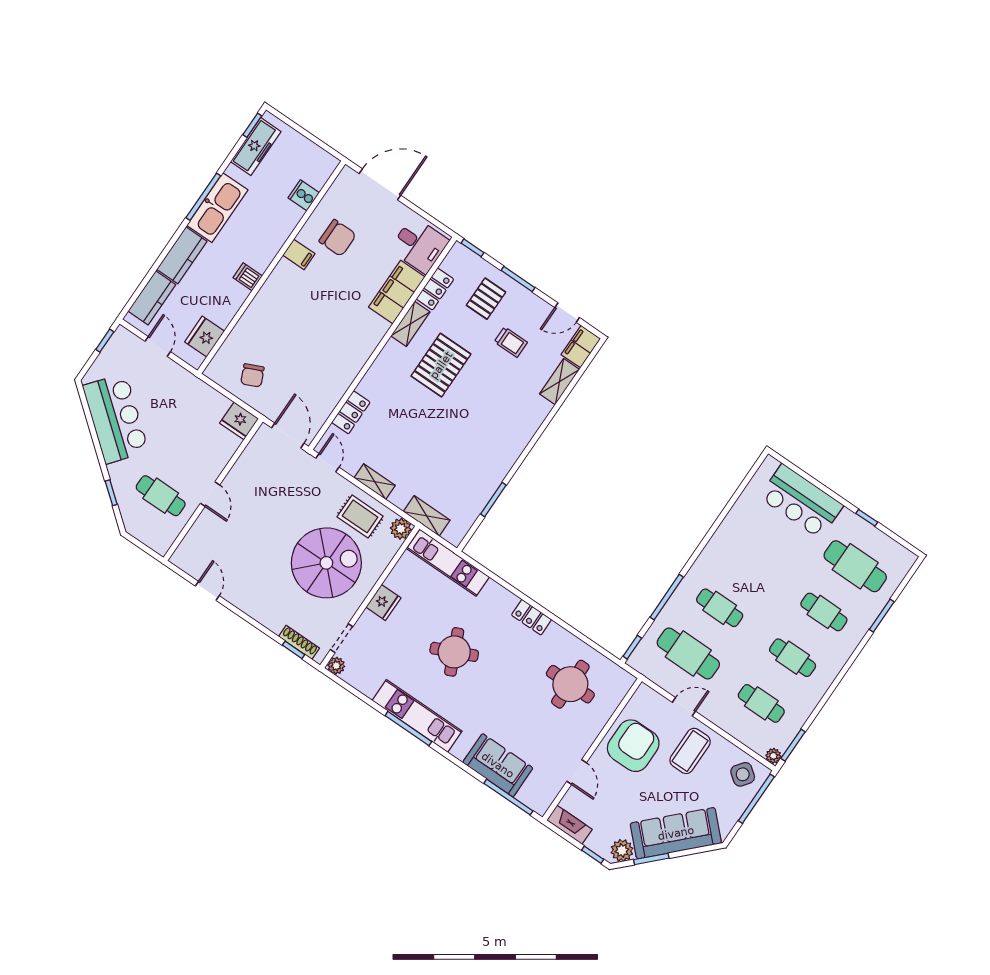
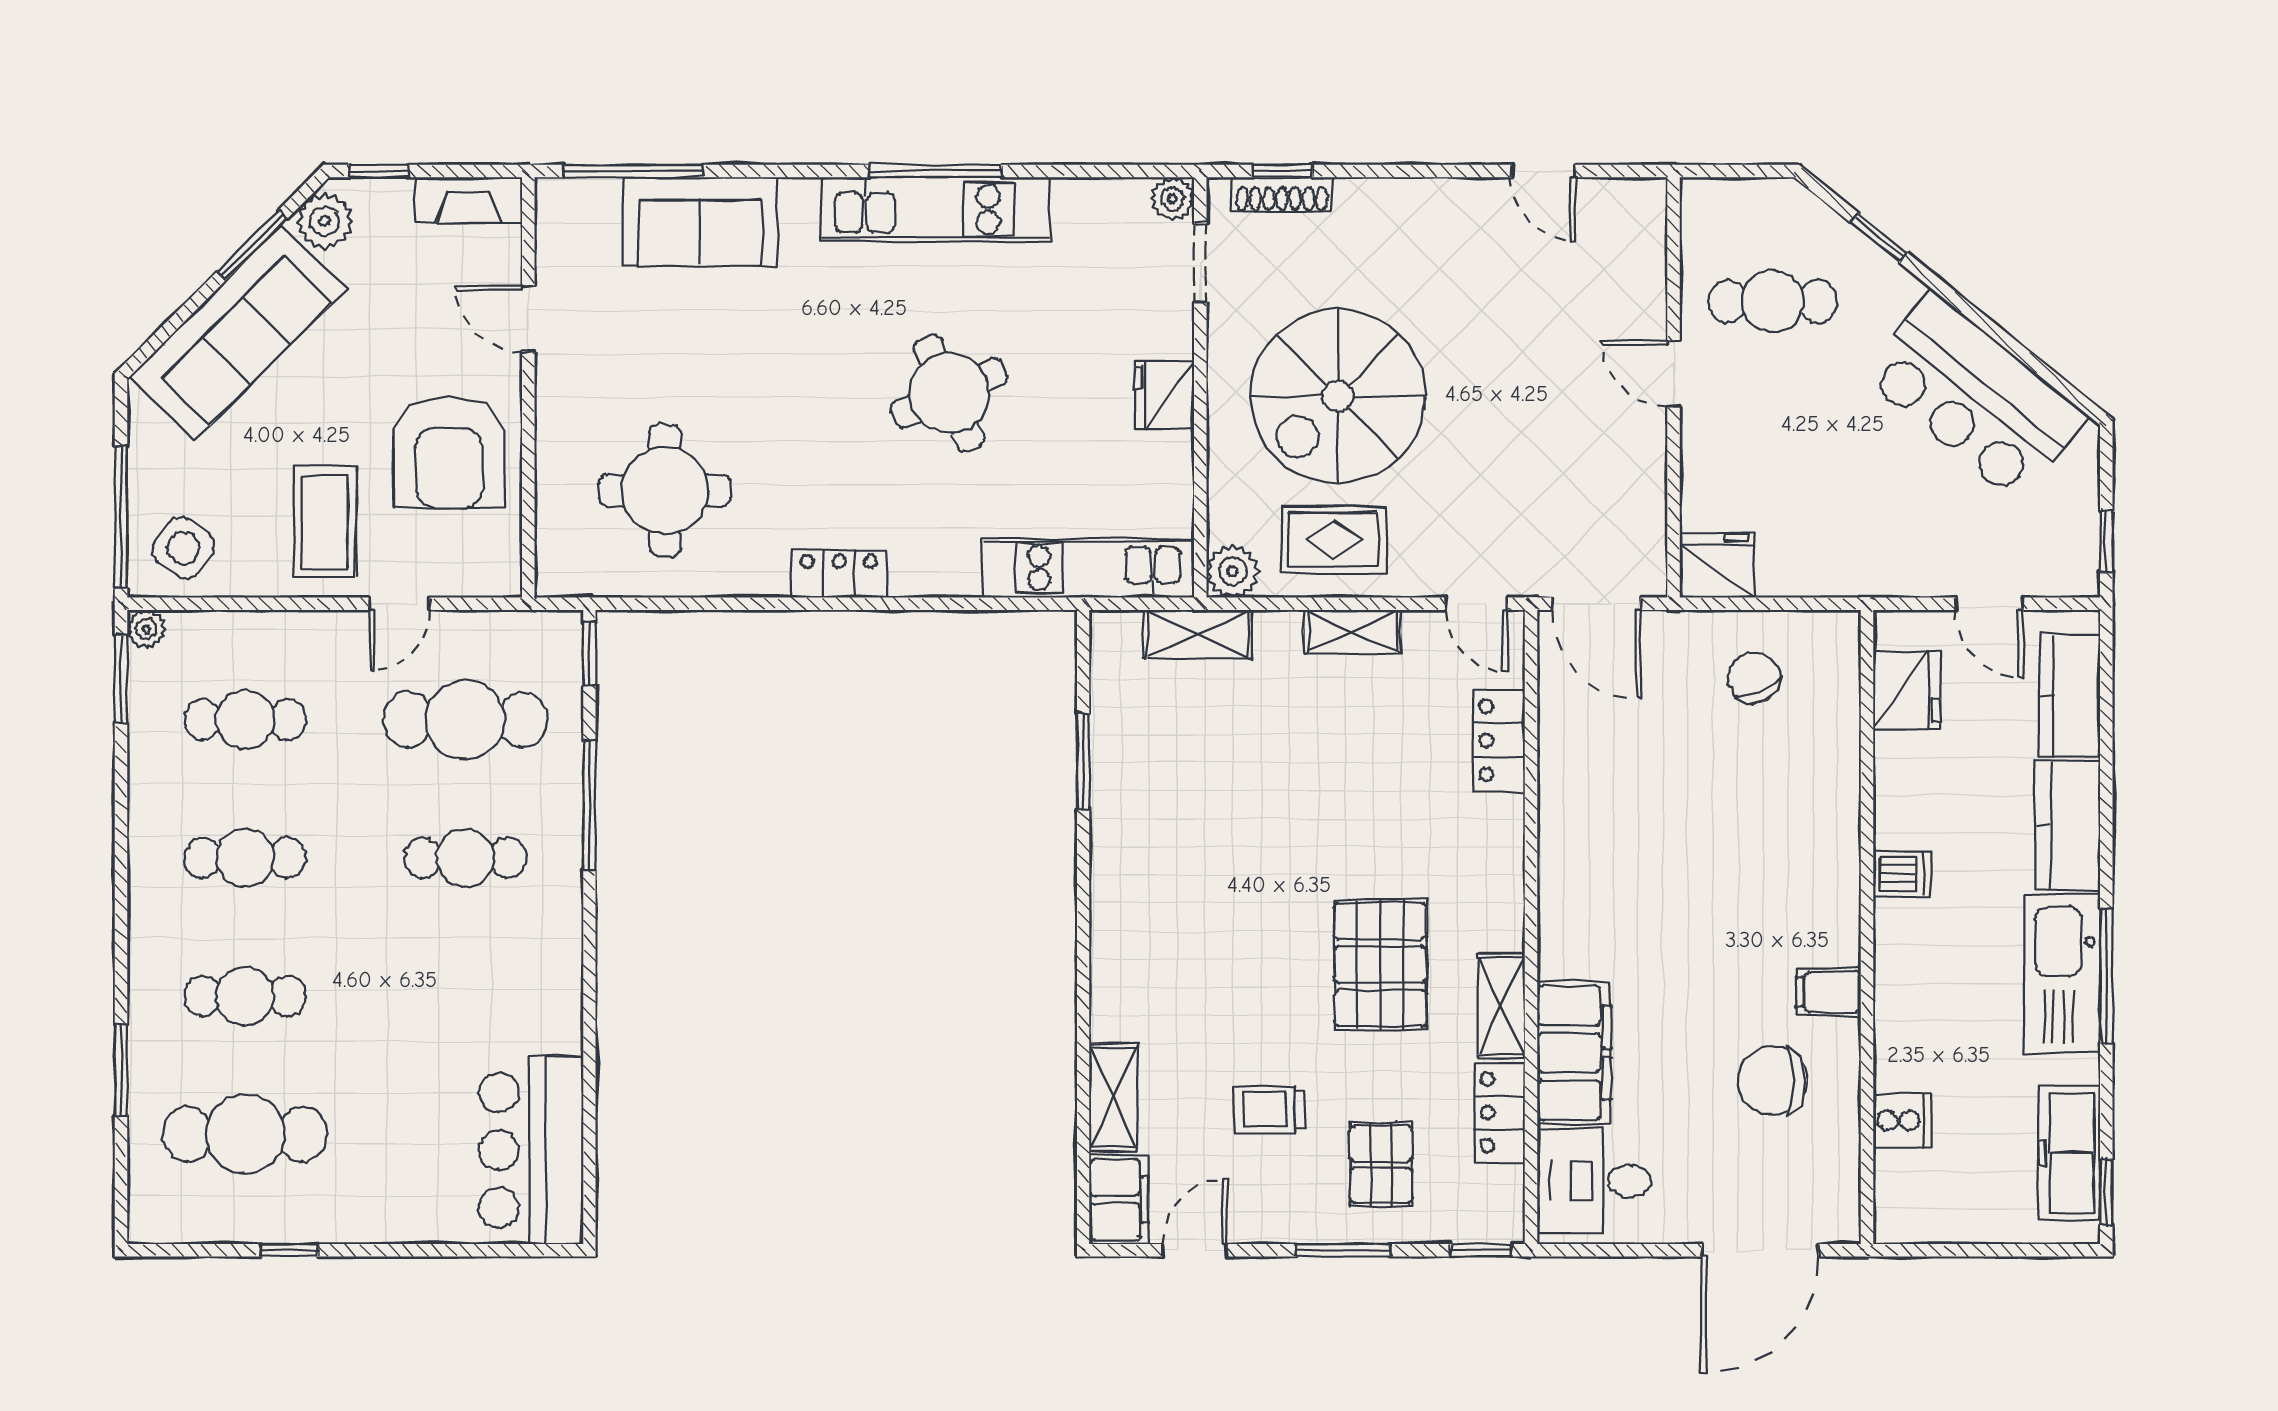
bar counter: (801, 501) -> (531, 1150), moved, turned -90

